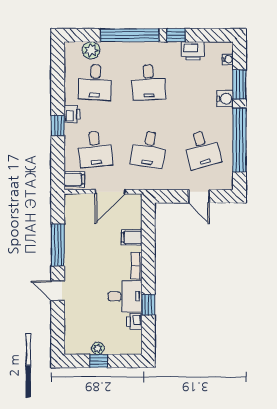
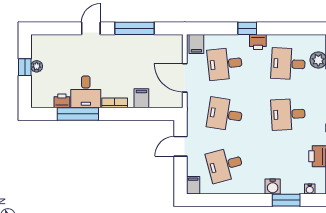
window: (239, 140) -> (234, 200), removed
filing cabinet: (224, 183) -> (193, 185), added
door: (199, 196) -> (180, 146), moved
window: (148, 305) -> (78, 114), width x2.17

